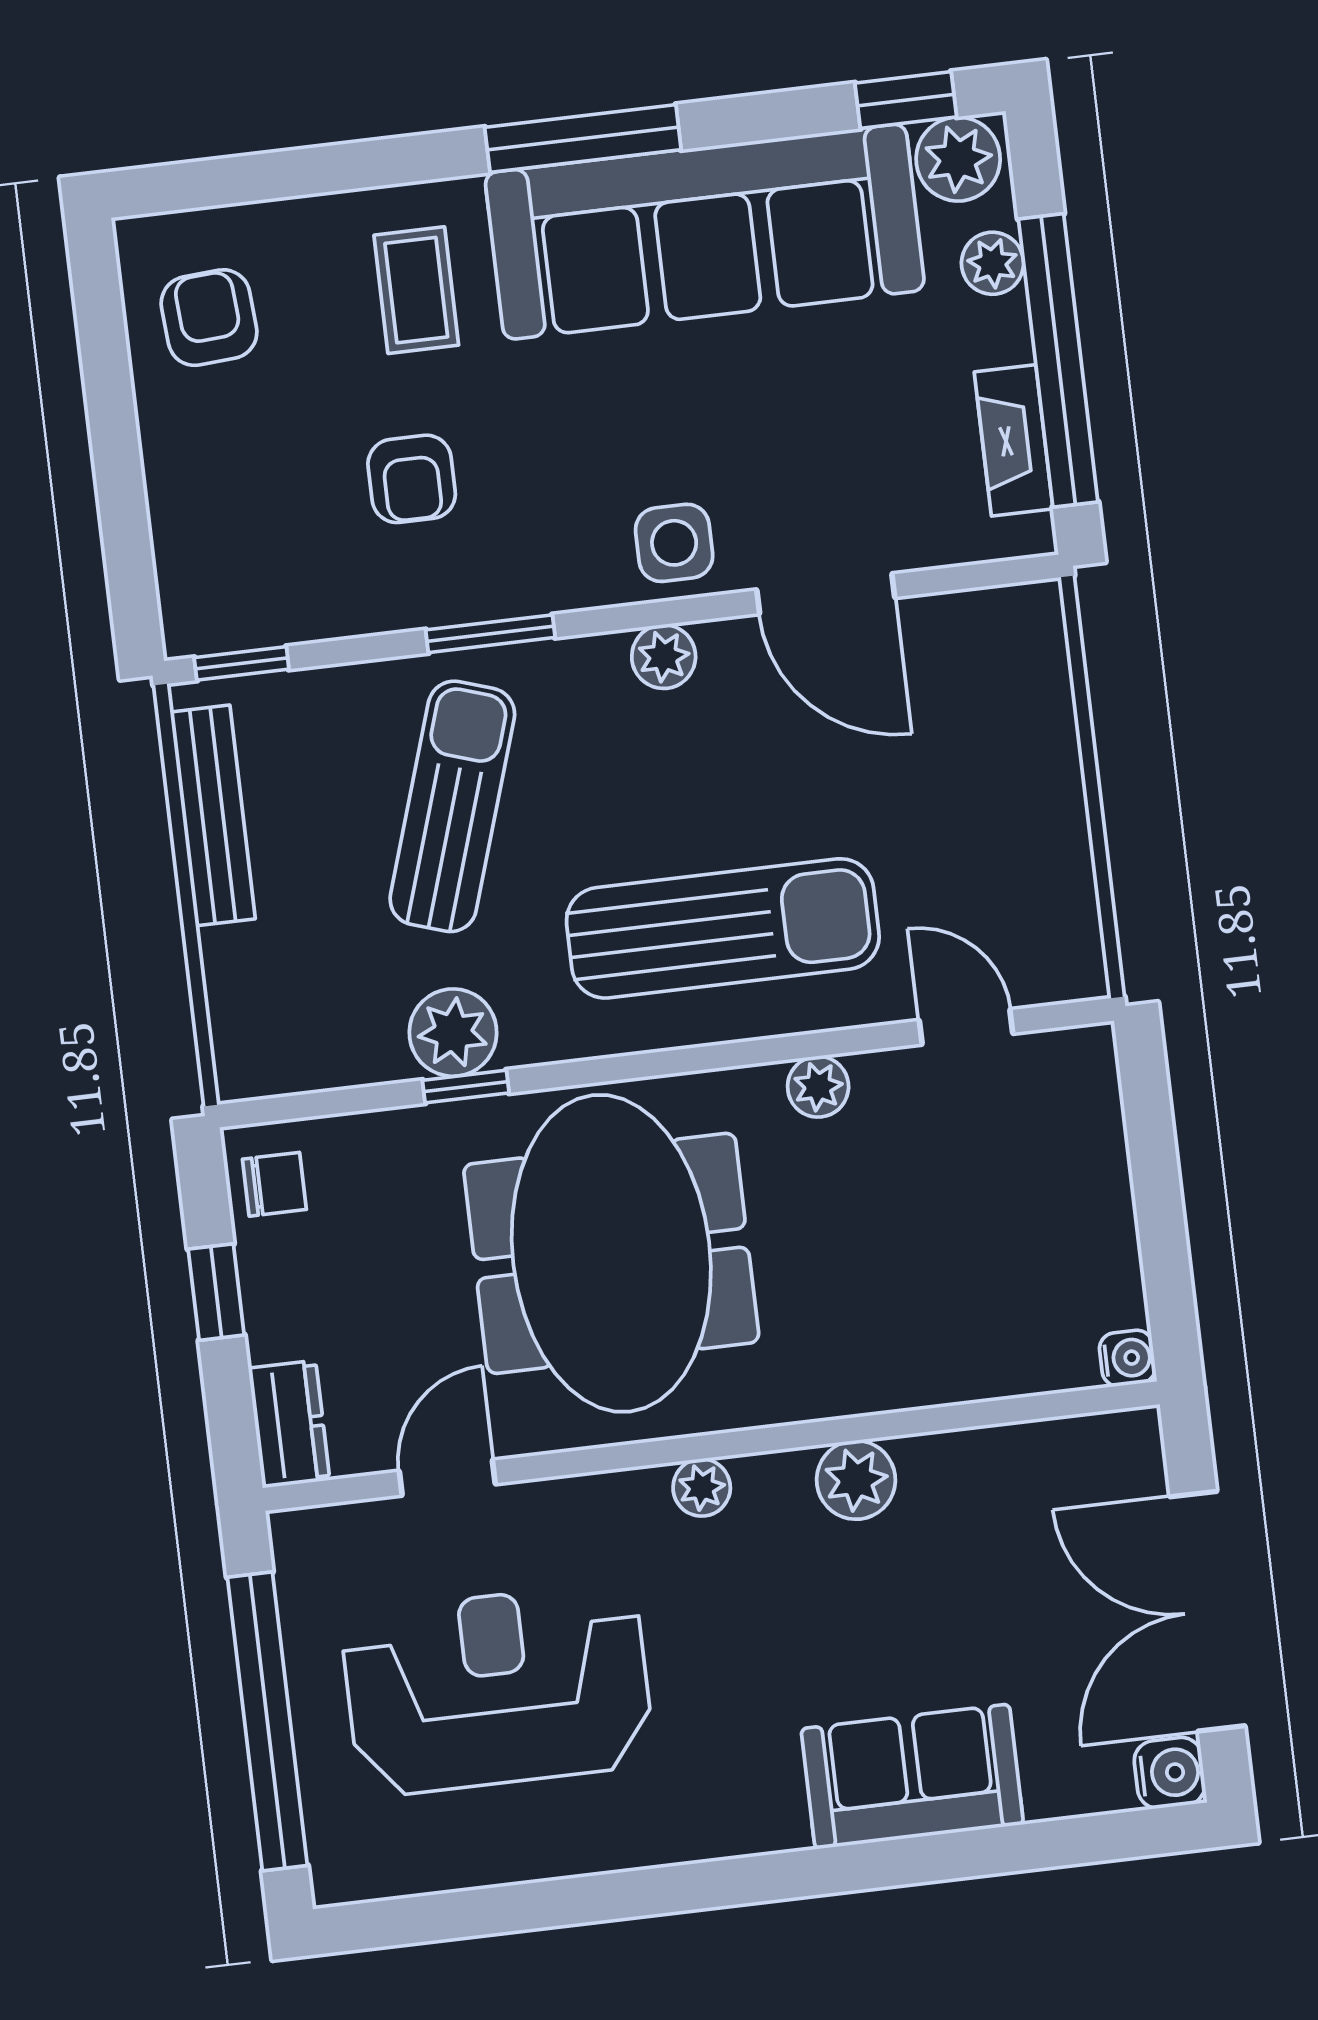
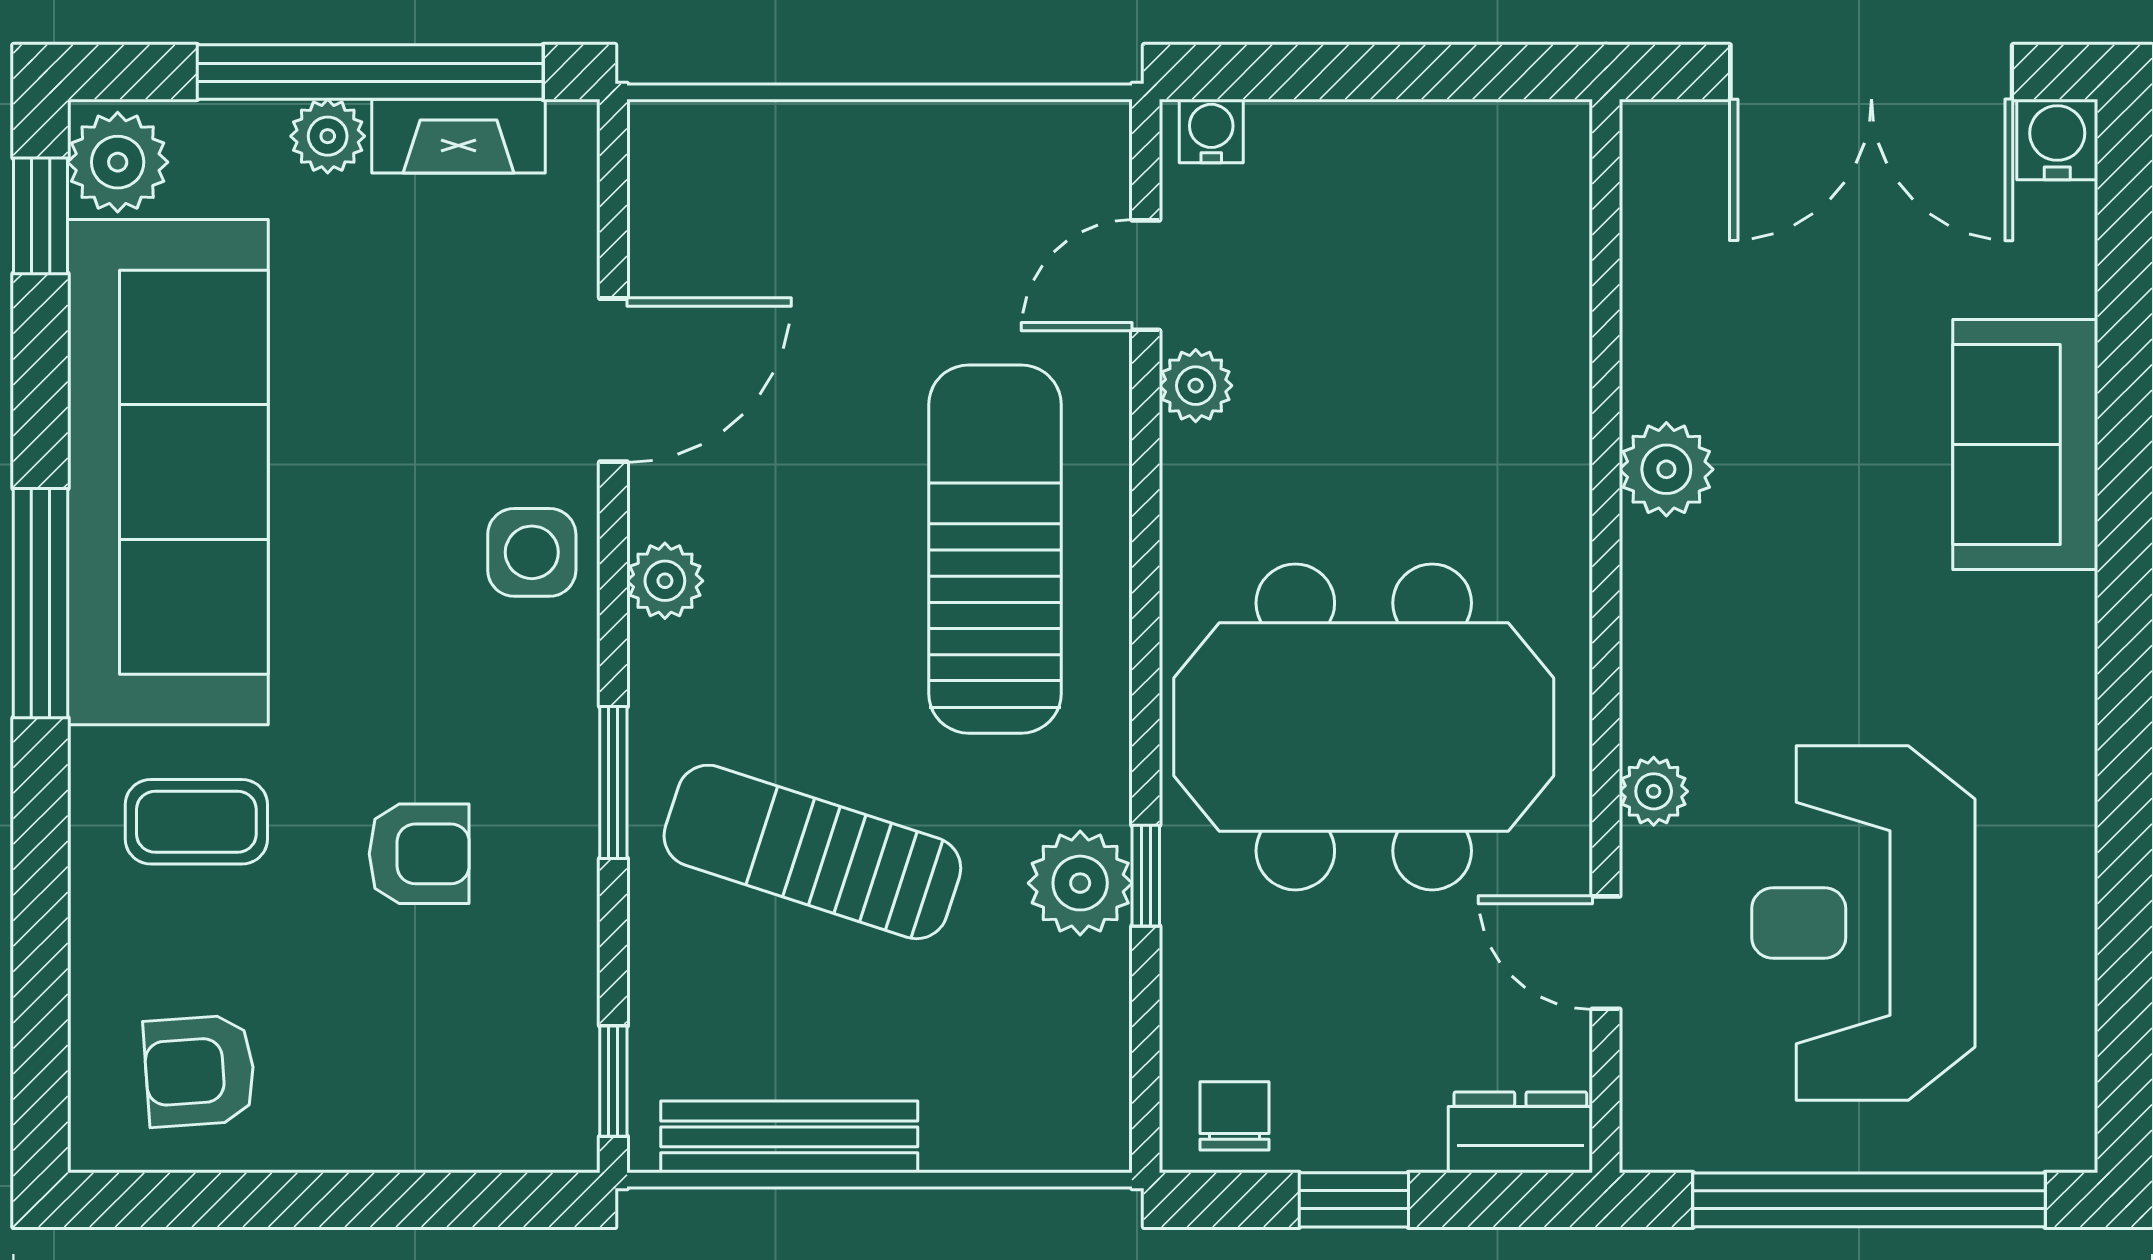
plant: (992, 263) -> (328, 136), moved
plant: (818, 1087) -> (1196, 386), moved
water cooler: (1127, 1358) -> (1211, 131), moved
plant: (702, 1488) -> (1654, 791), moved

